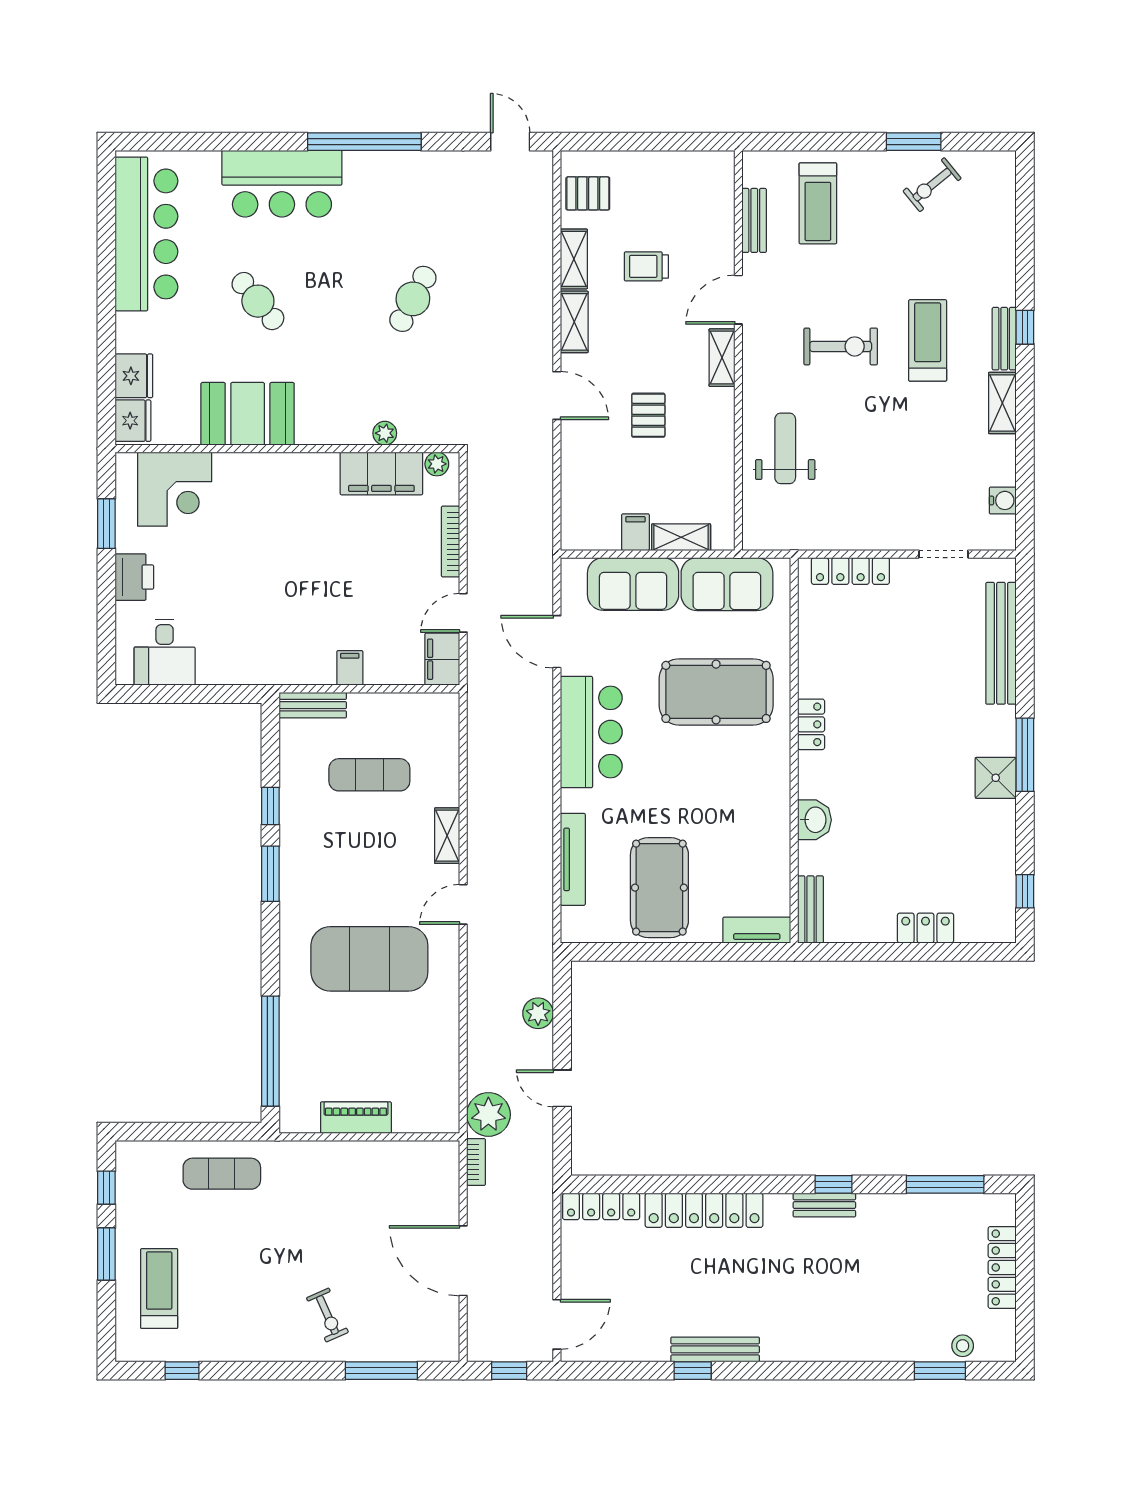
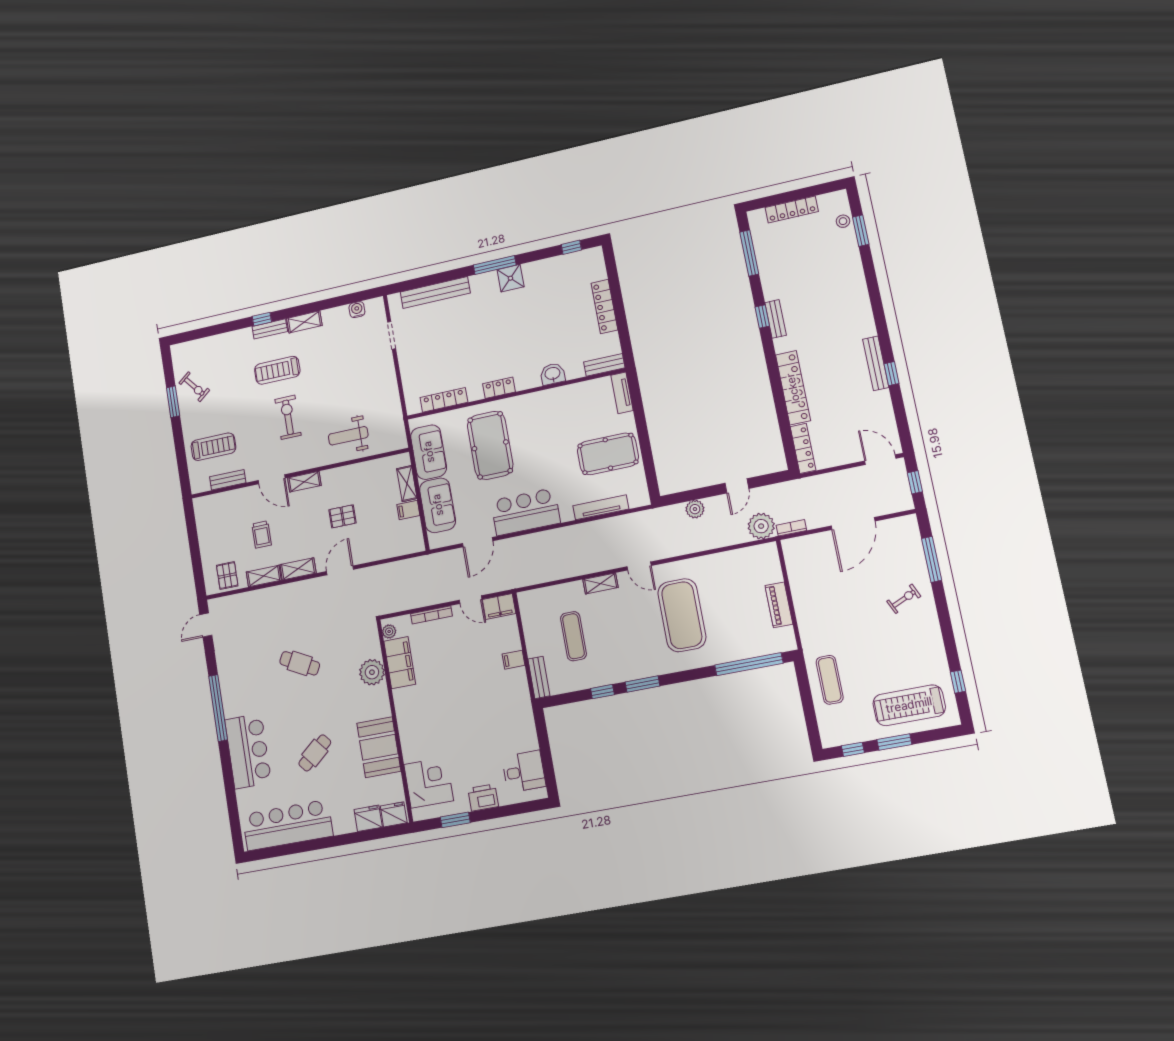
plant: (385, 433) -> (372, 672), width x1.88, depth x1.88
locker: (850, 571) -> (444, 400), moved, turned -90
locker: (925, 928) -> (604, 307), width x1.53
treadmill: (159, 1288) -> (909, 705), width x1.37, depth x1.38

